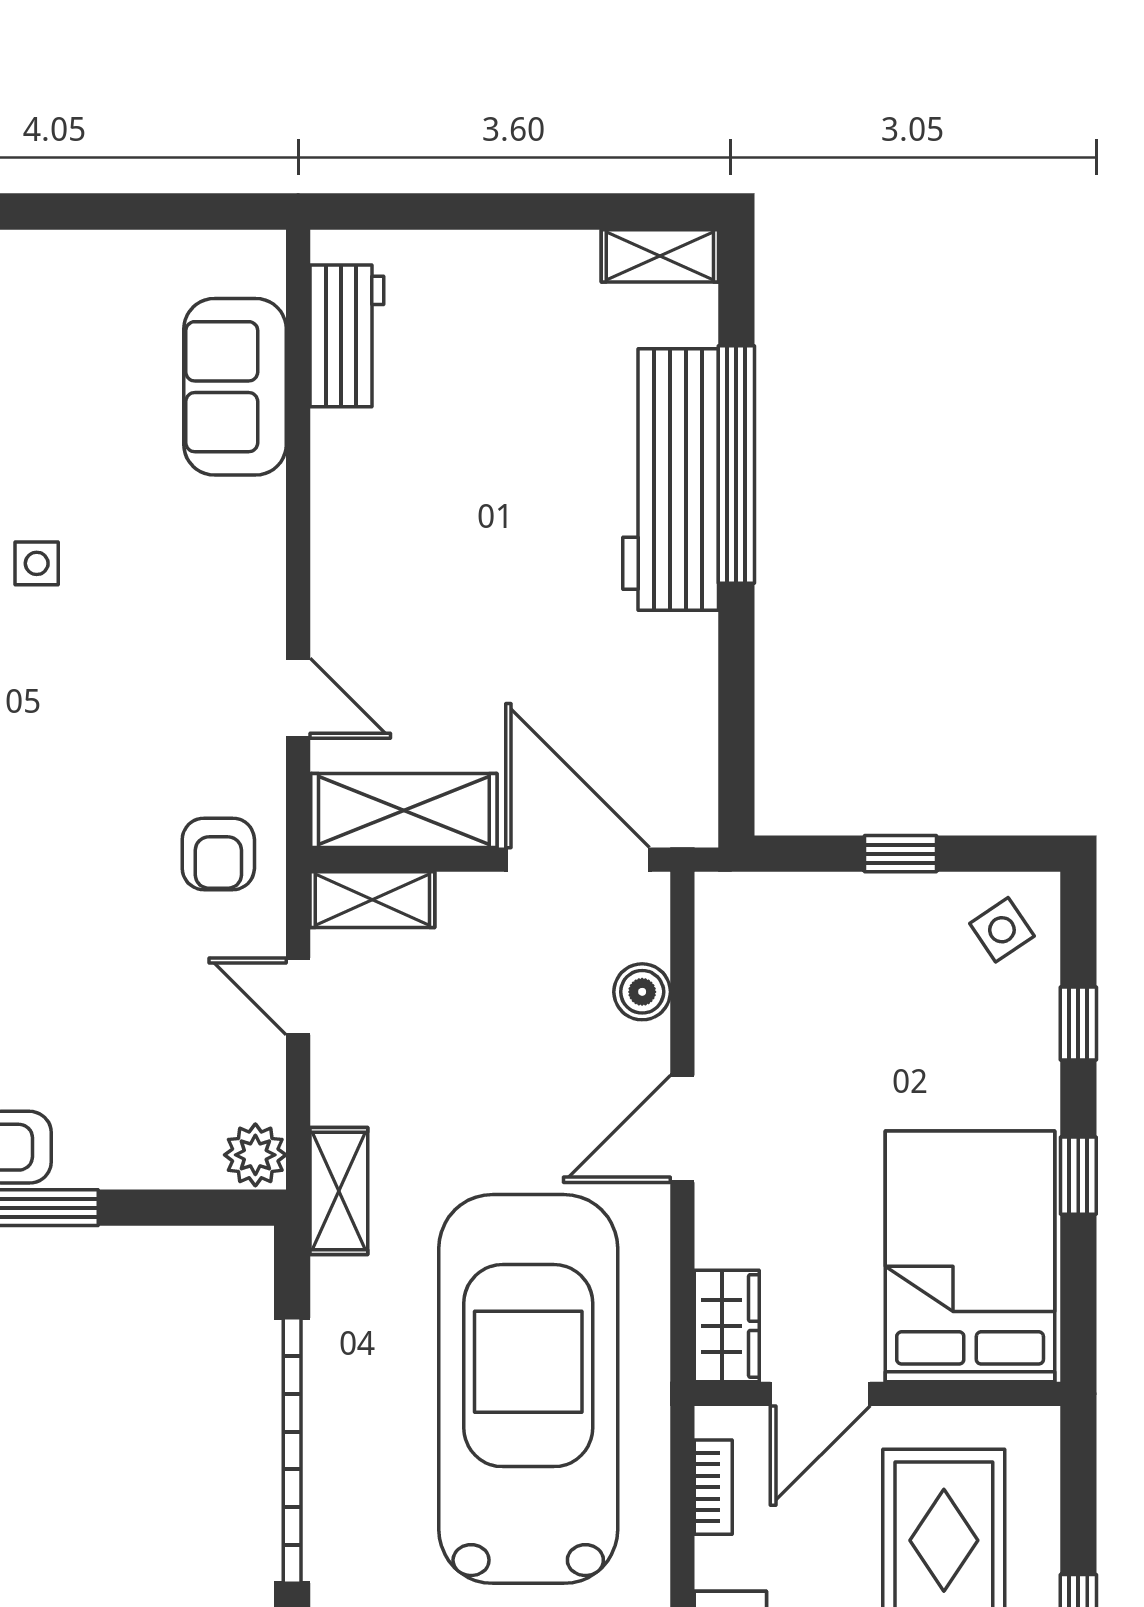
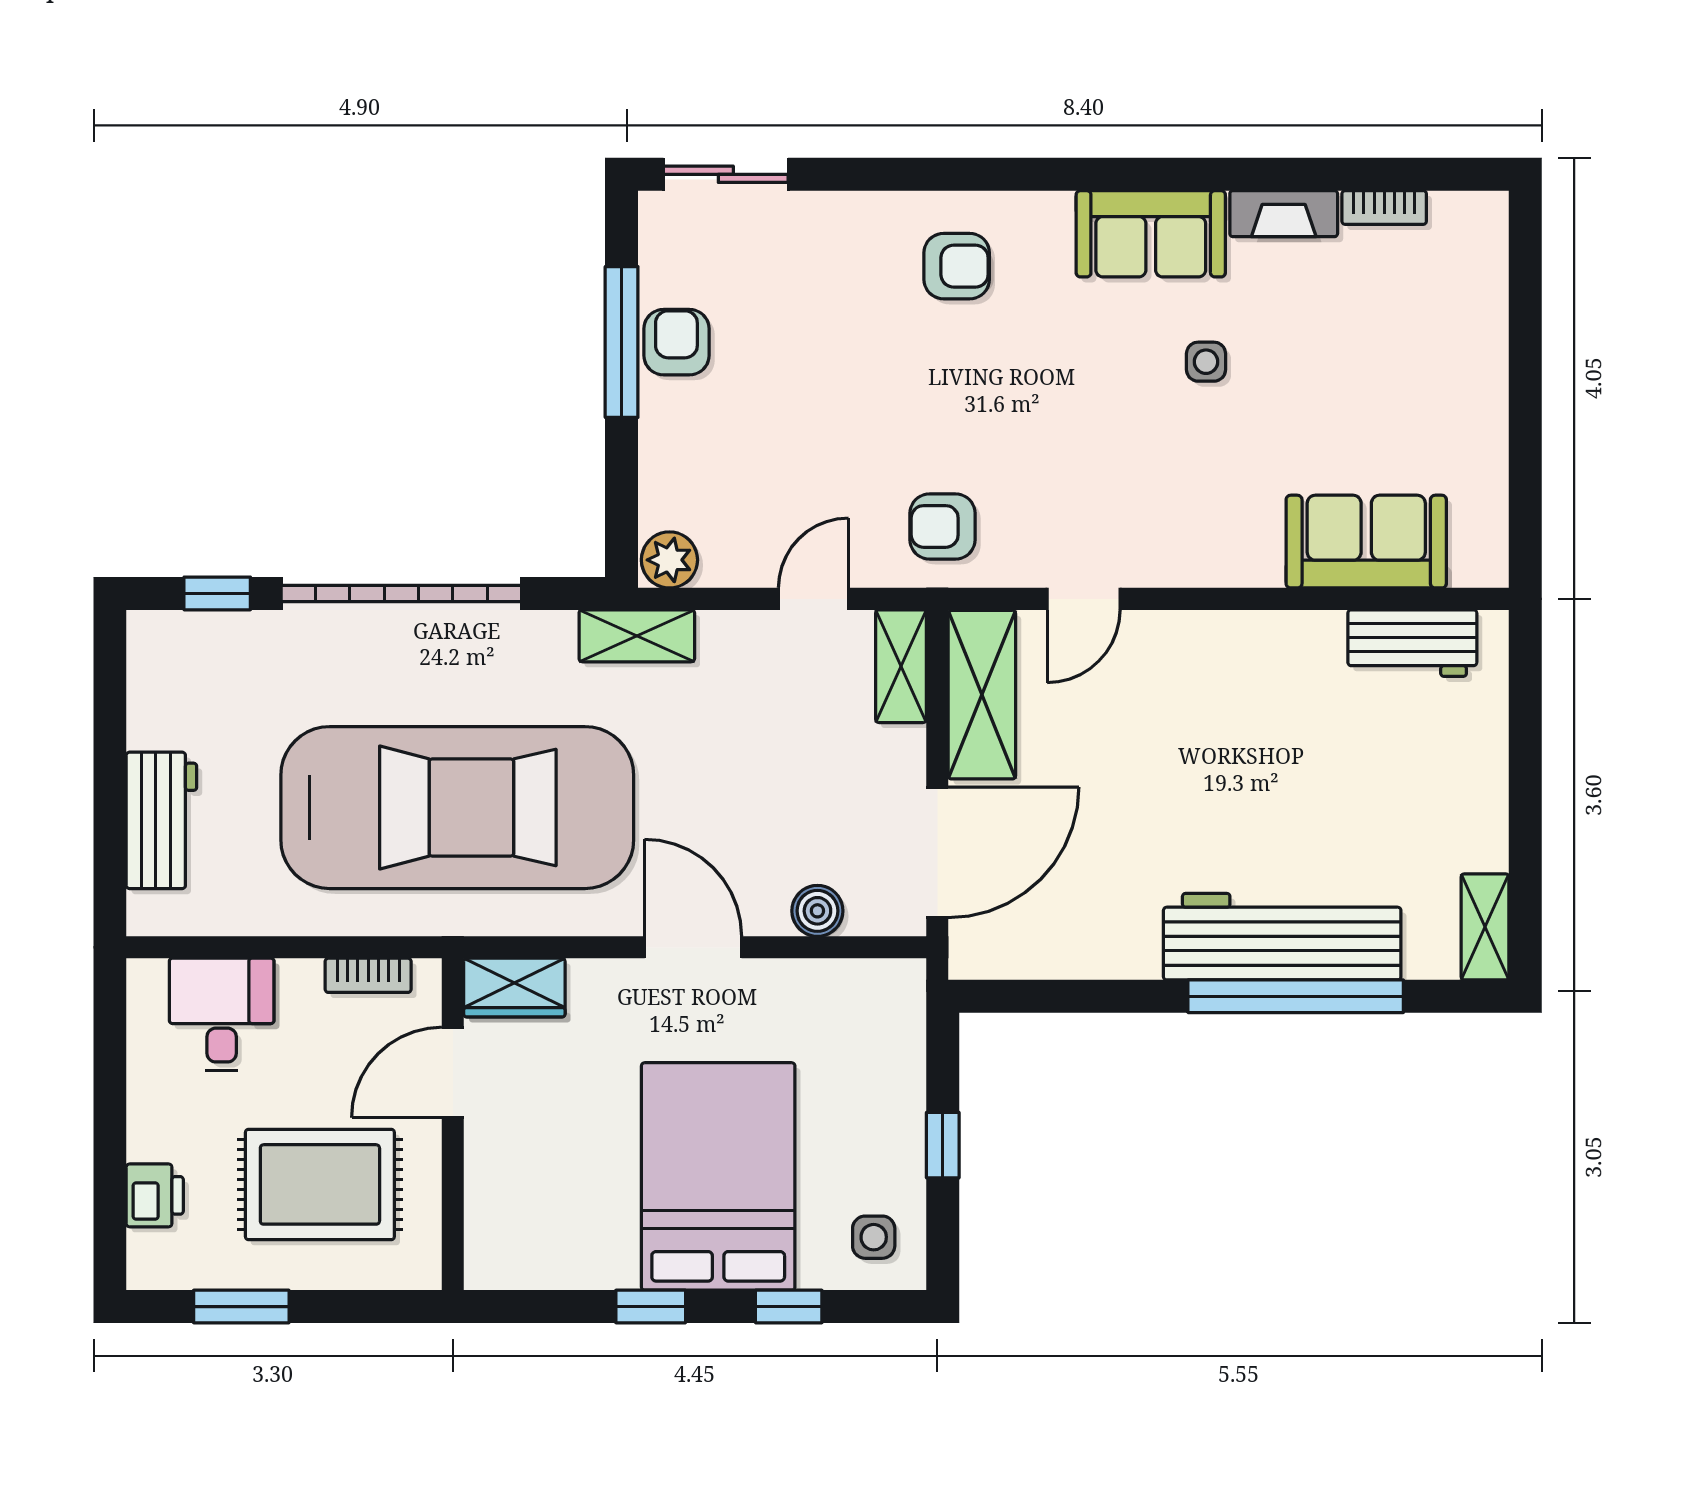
side table: (1002, 930) -> (874, 1237), turned 34
bed: (970, 1256) -> (718, 1176), moved, turned -90
door: (820, 1394) -> (453, 1072), hinge flipped

